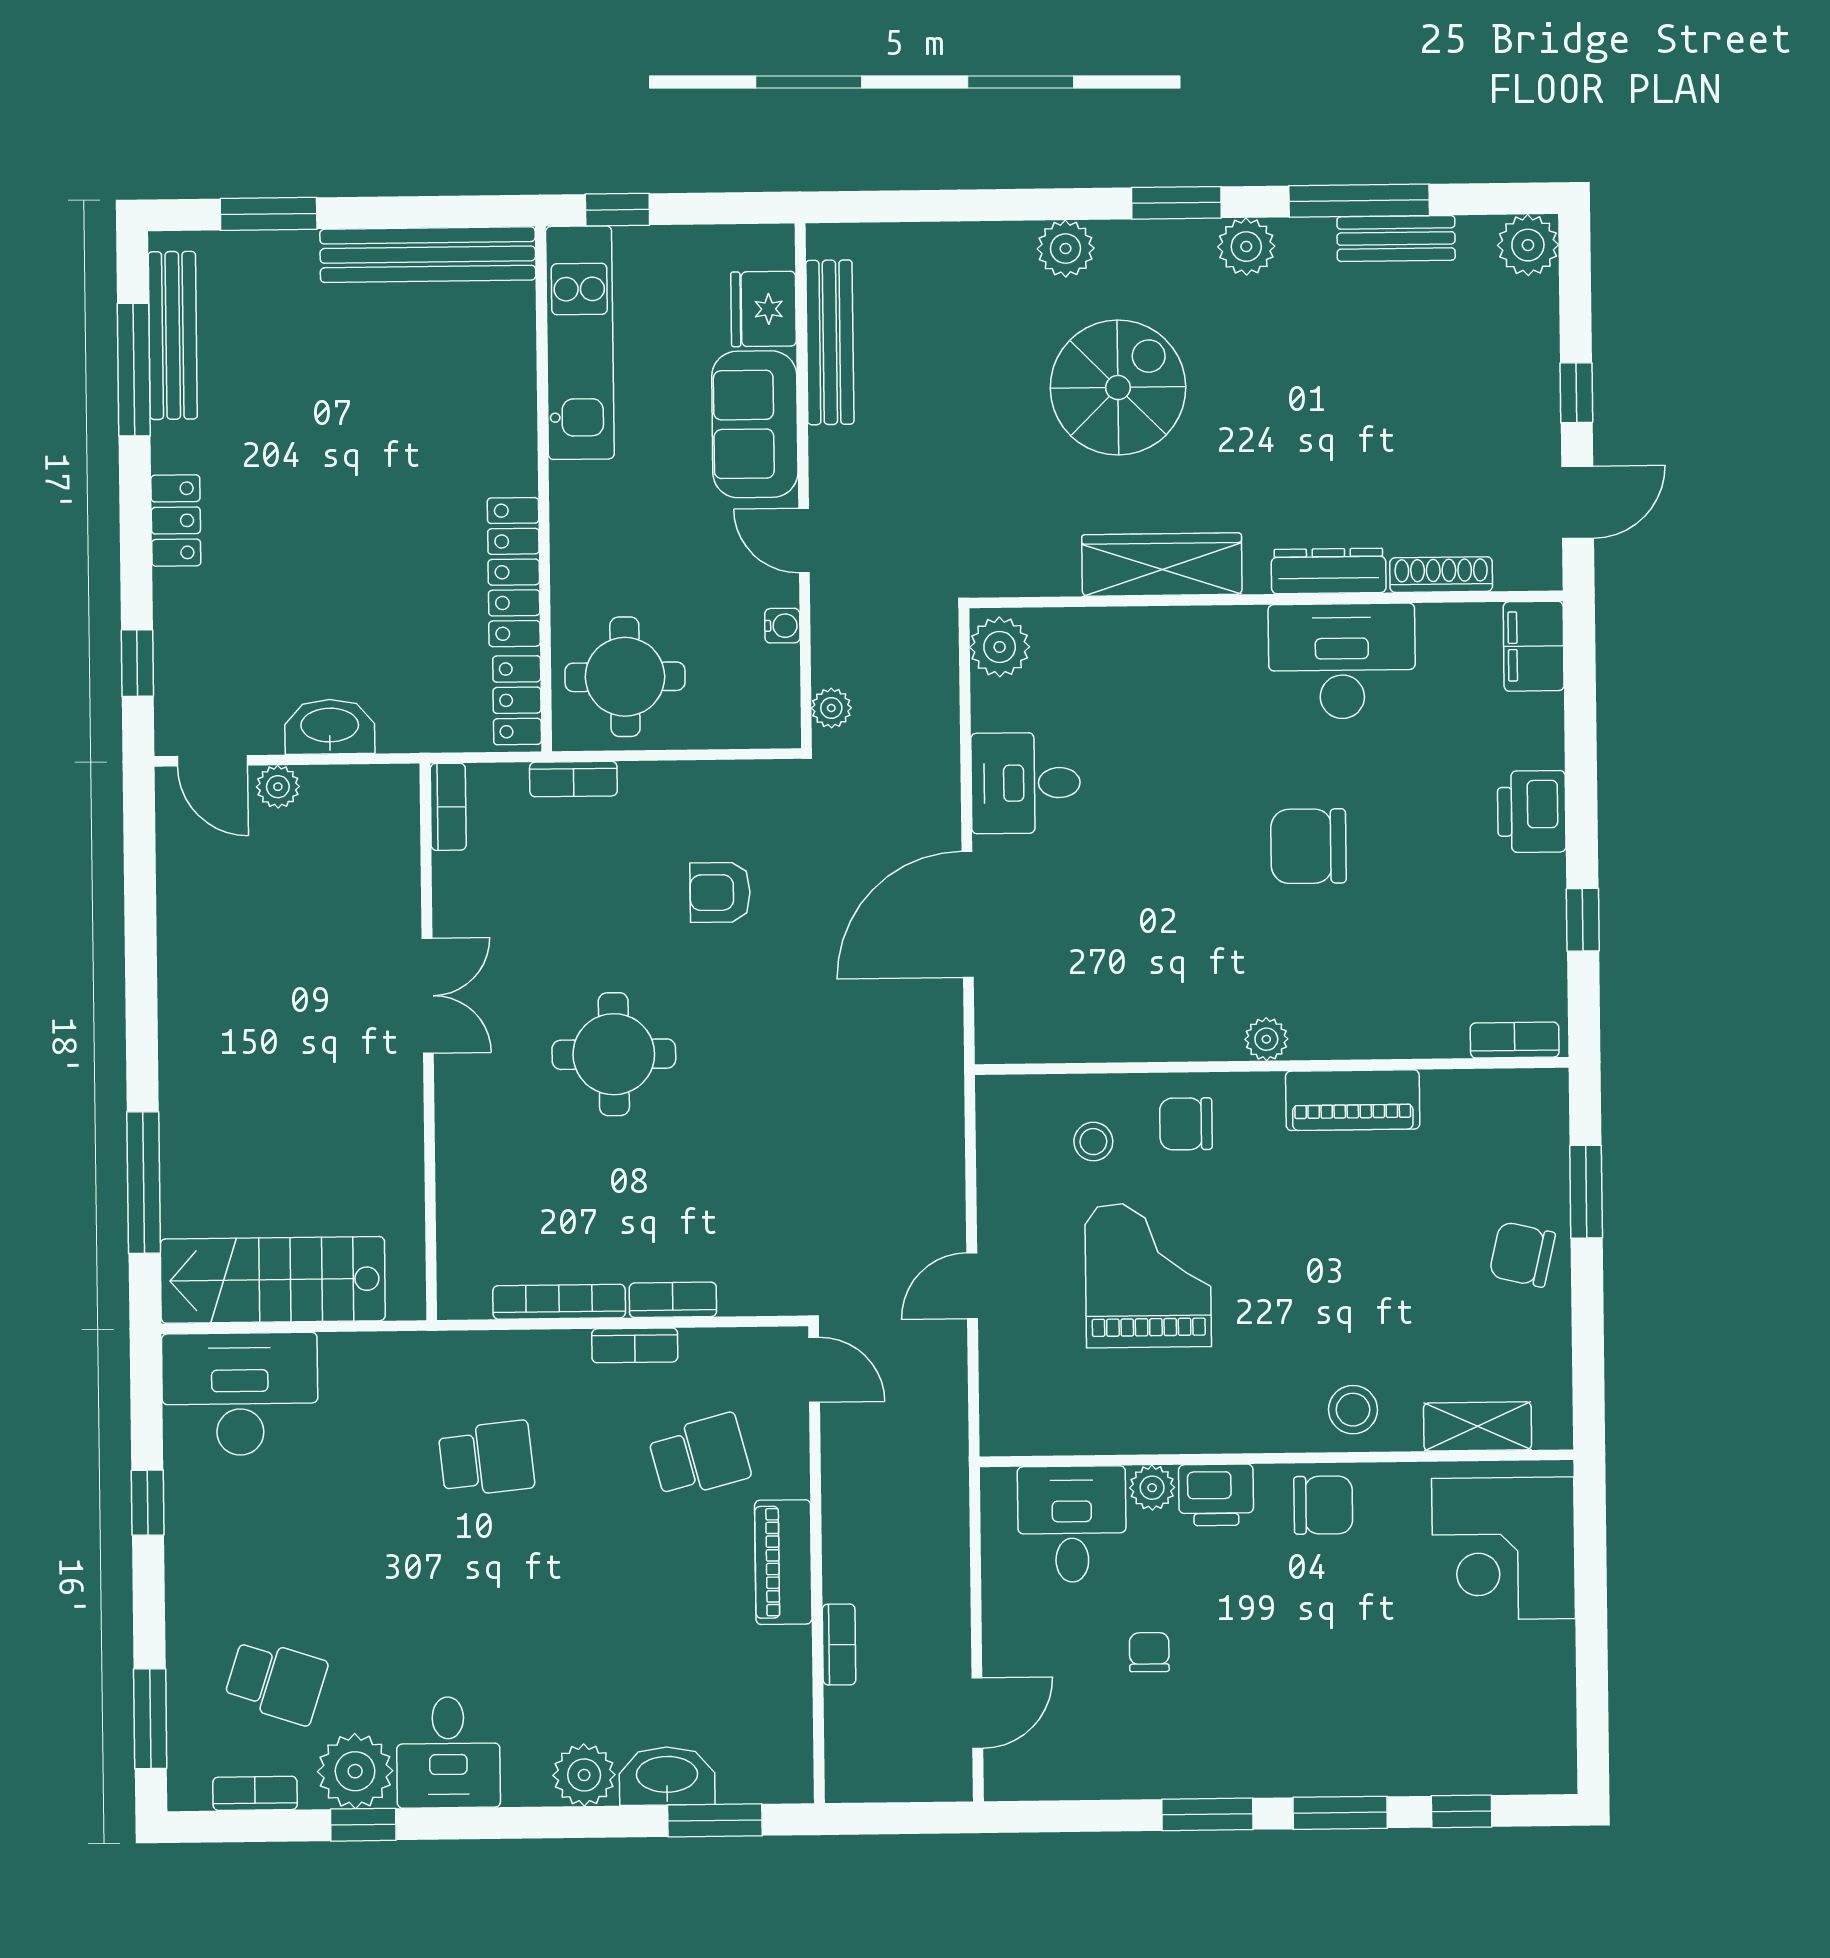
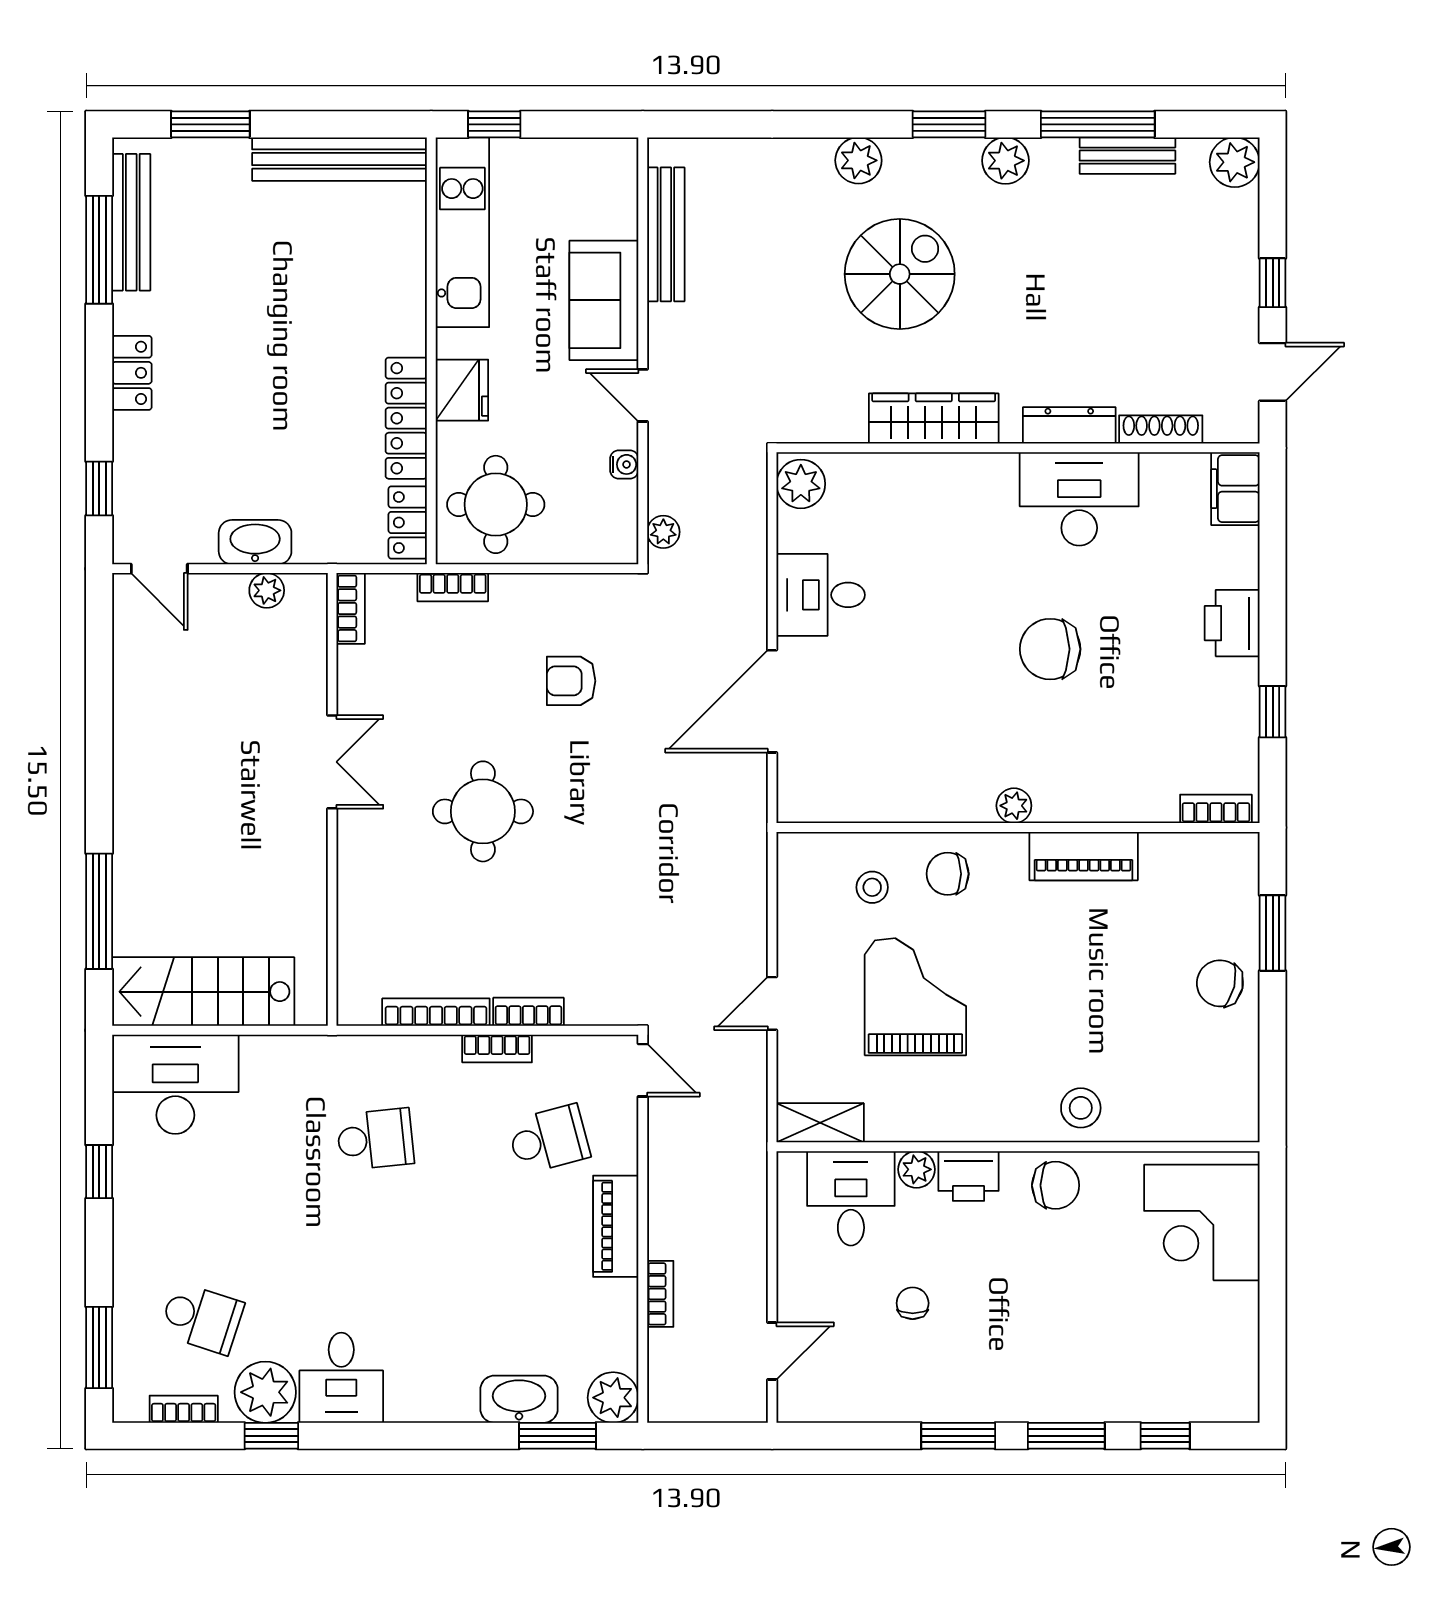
fridge: (763, 309) -> (462, 390), moved, turned 180
plant: (278, 787) -> (267, 590), moved
shelving: (1478, 1426) -> (820, 1123), moved
plant: (584, 1775) -> (613, 1398), moved

